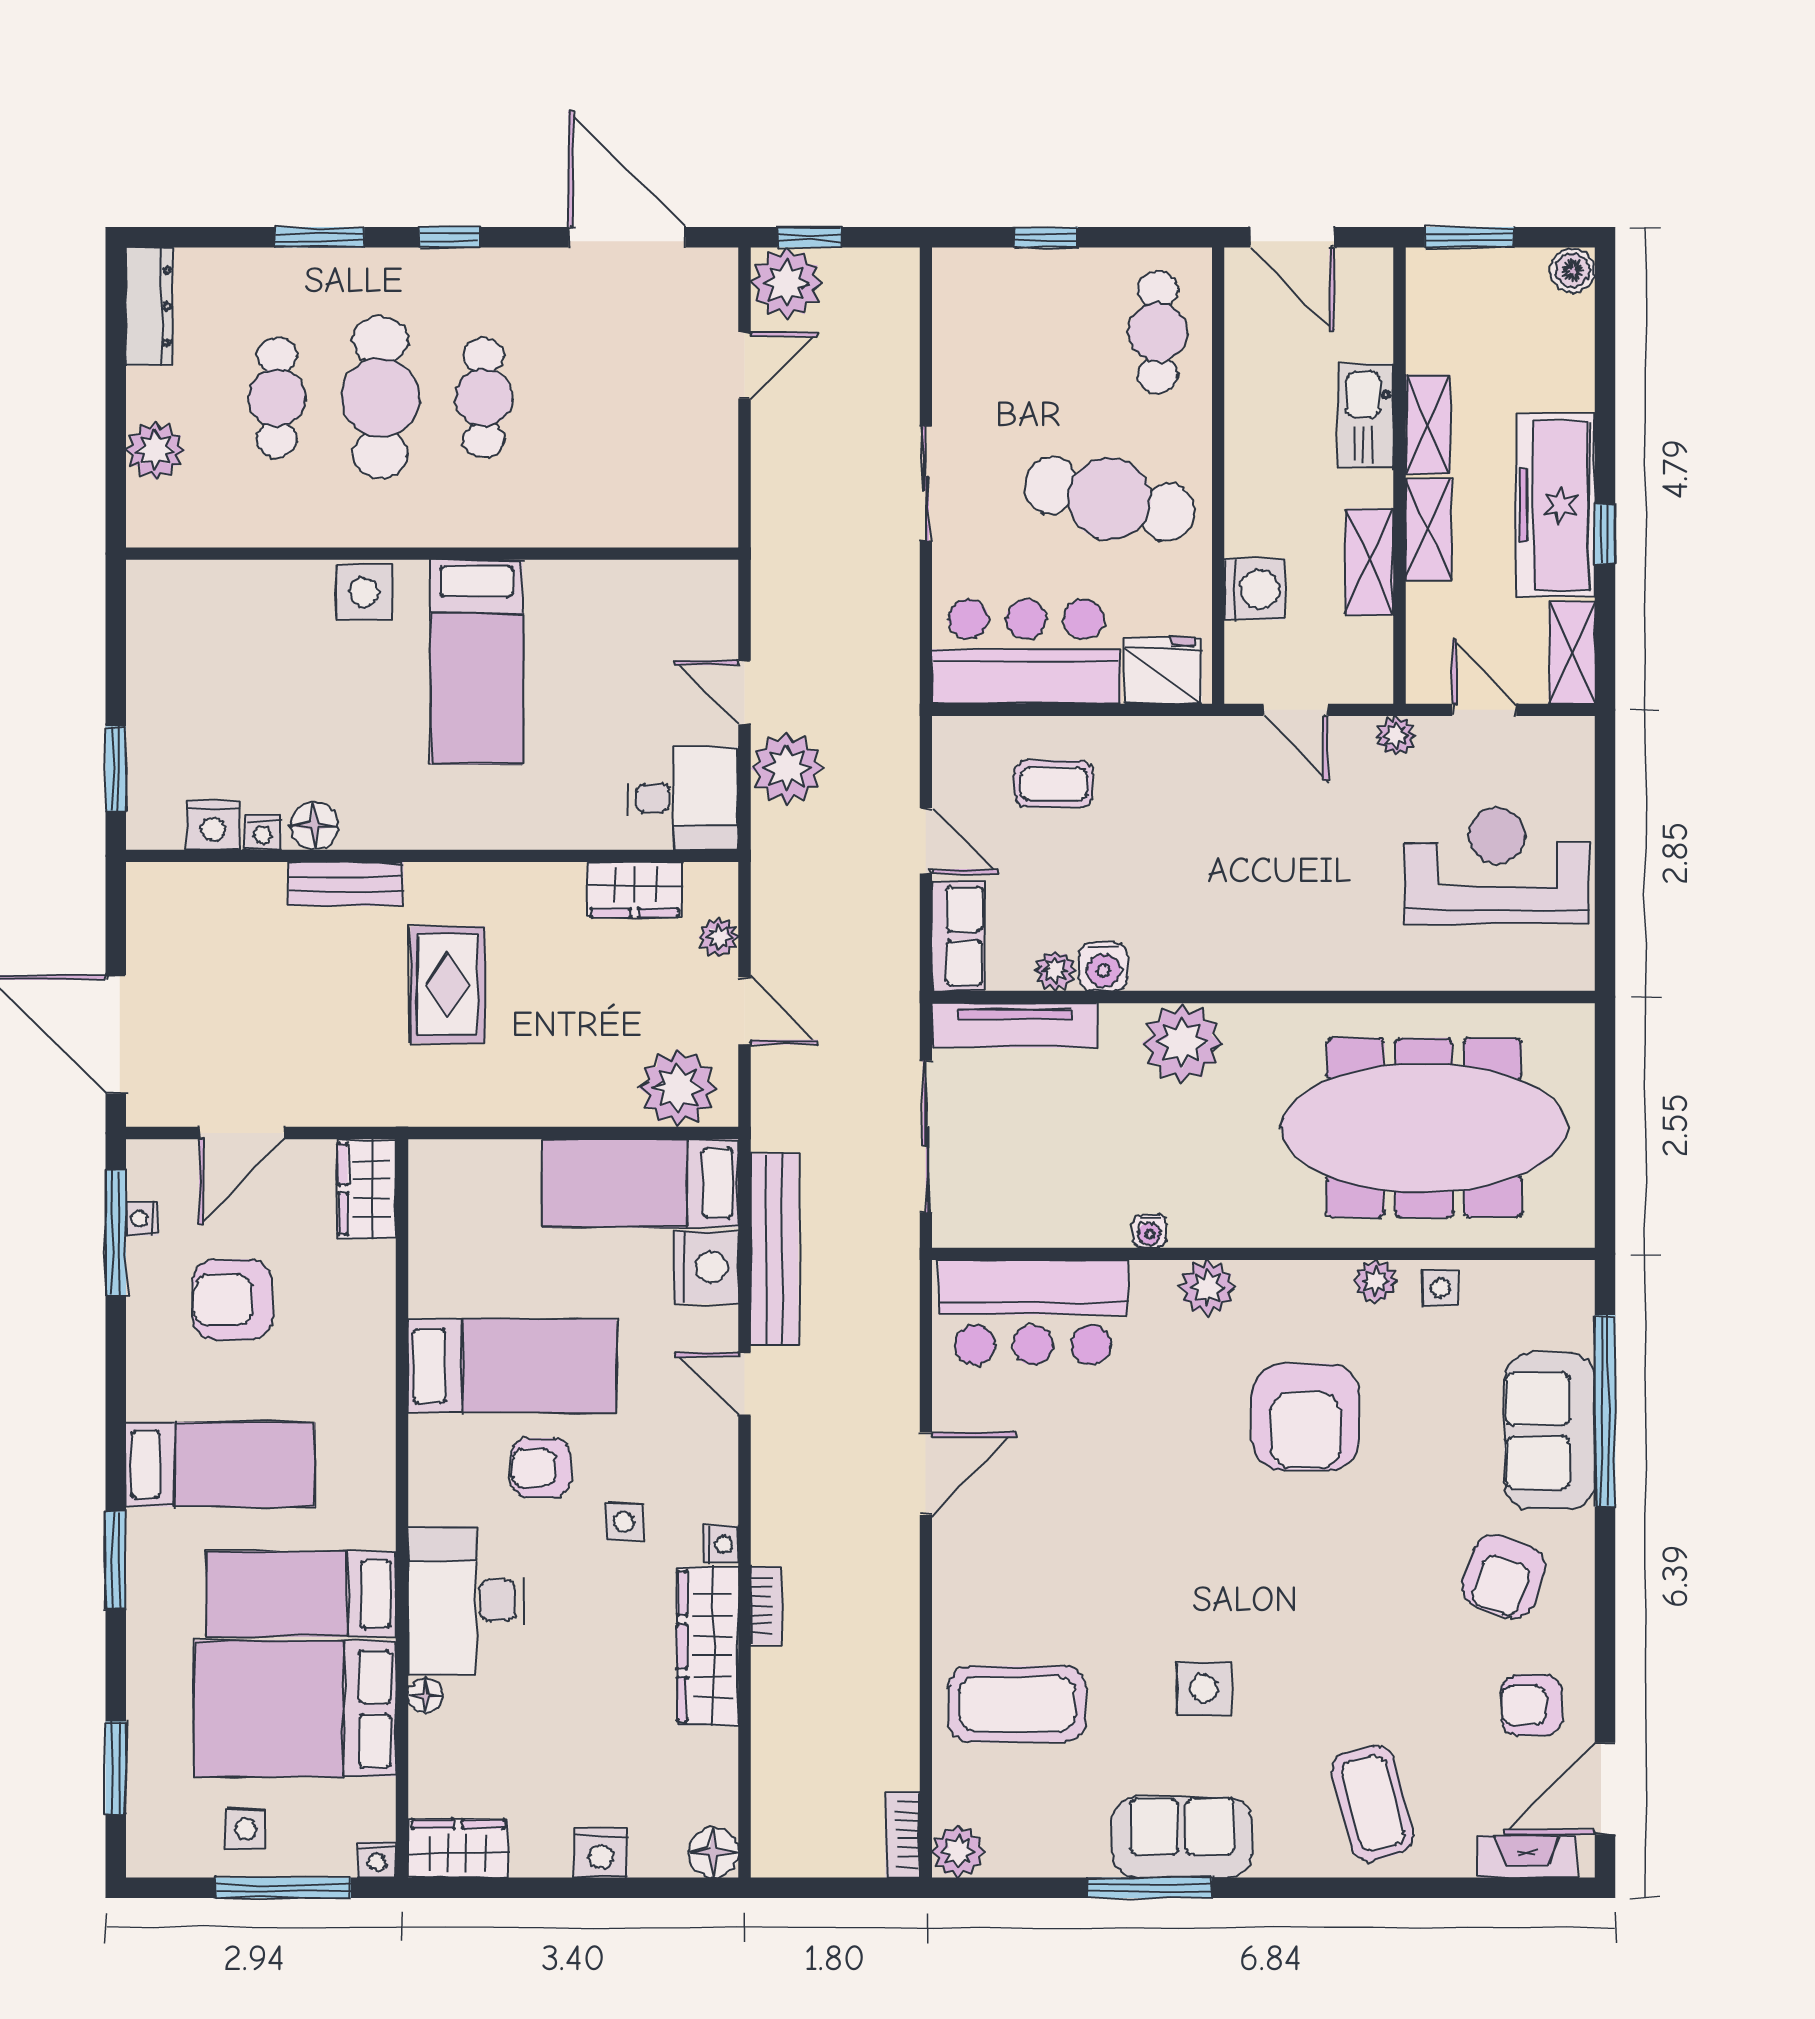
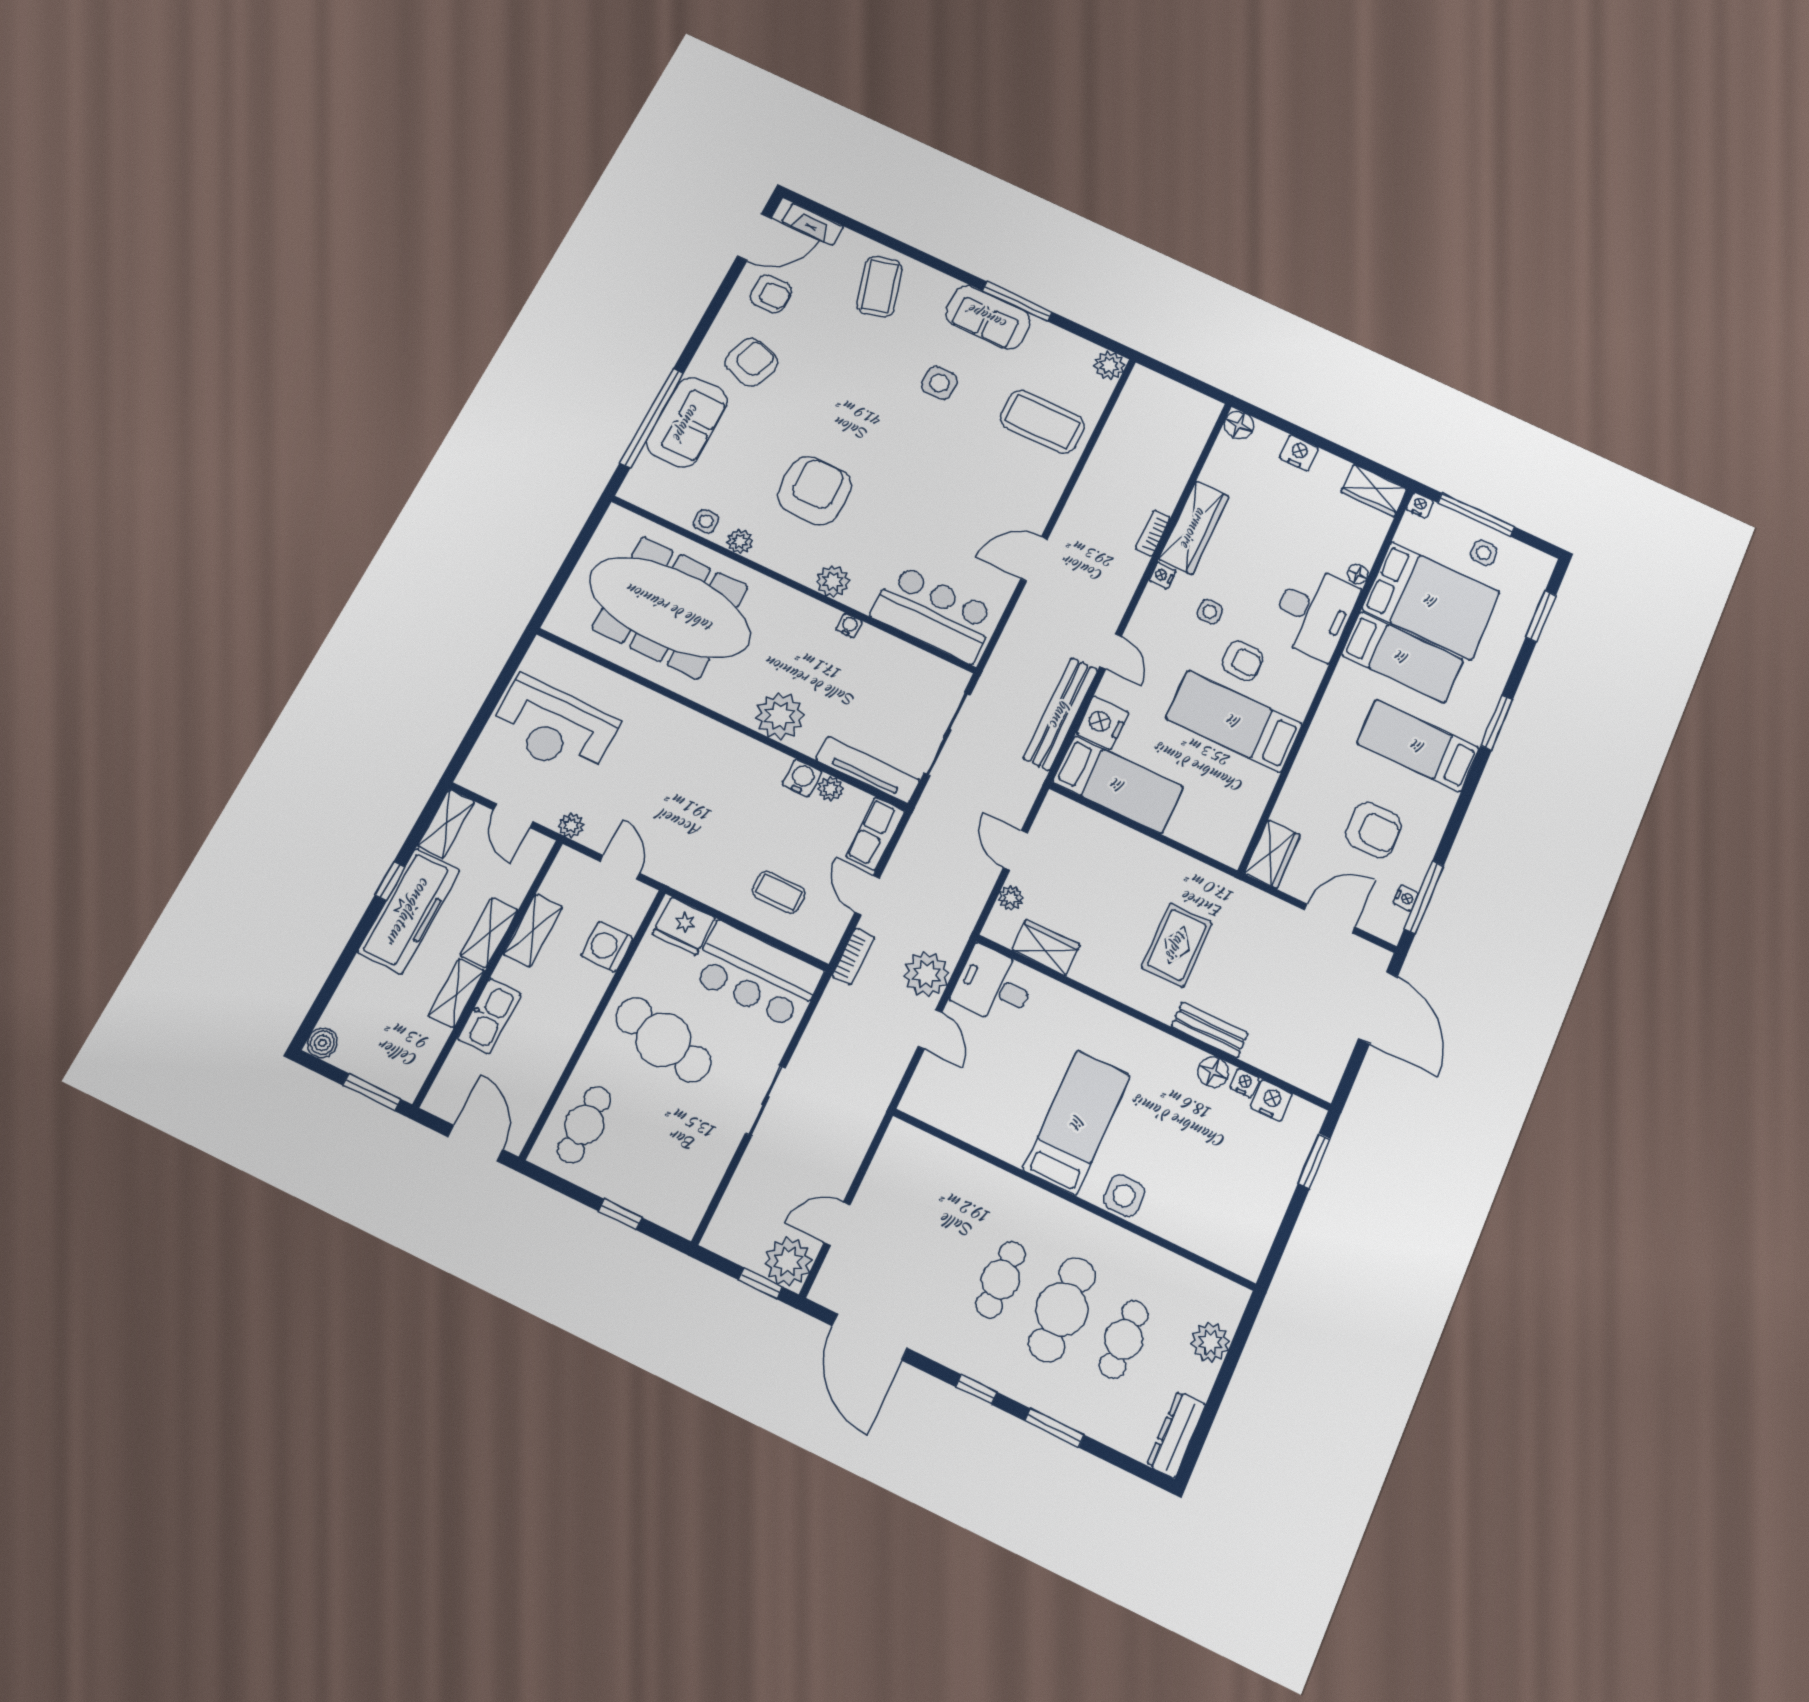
plant: (678, 1088) -> (1073, 826), removed
bookcase: (903, 1835) -> (853, 957), moved

